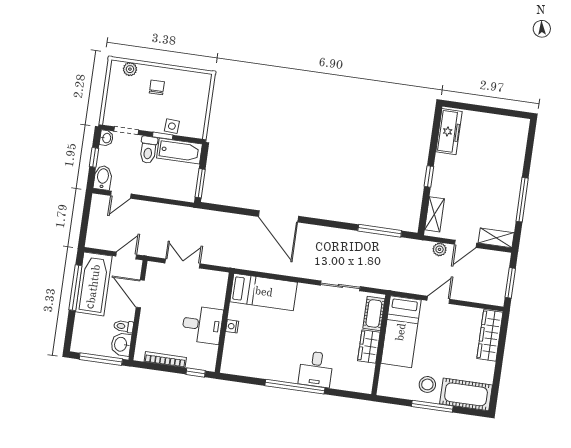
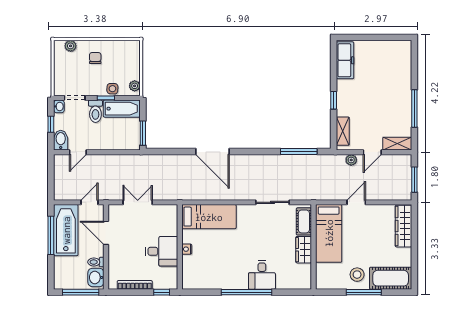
plant: (198, 126) -> (135, 86), added

